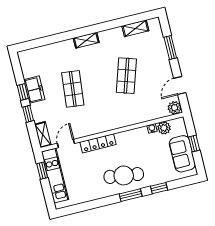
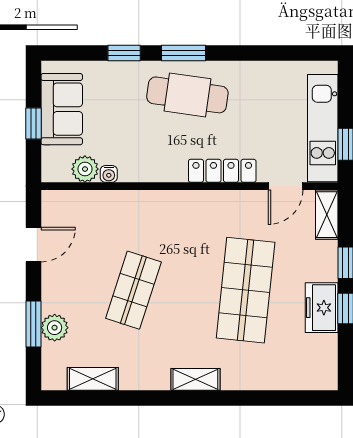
shop shelf: (73, 89) -> (246, 290), width x1.43, depth x1.36
plant: (174, 108) -> (55, 328), moved

